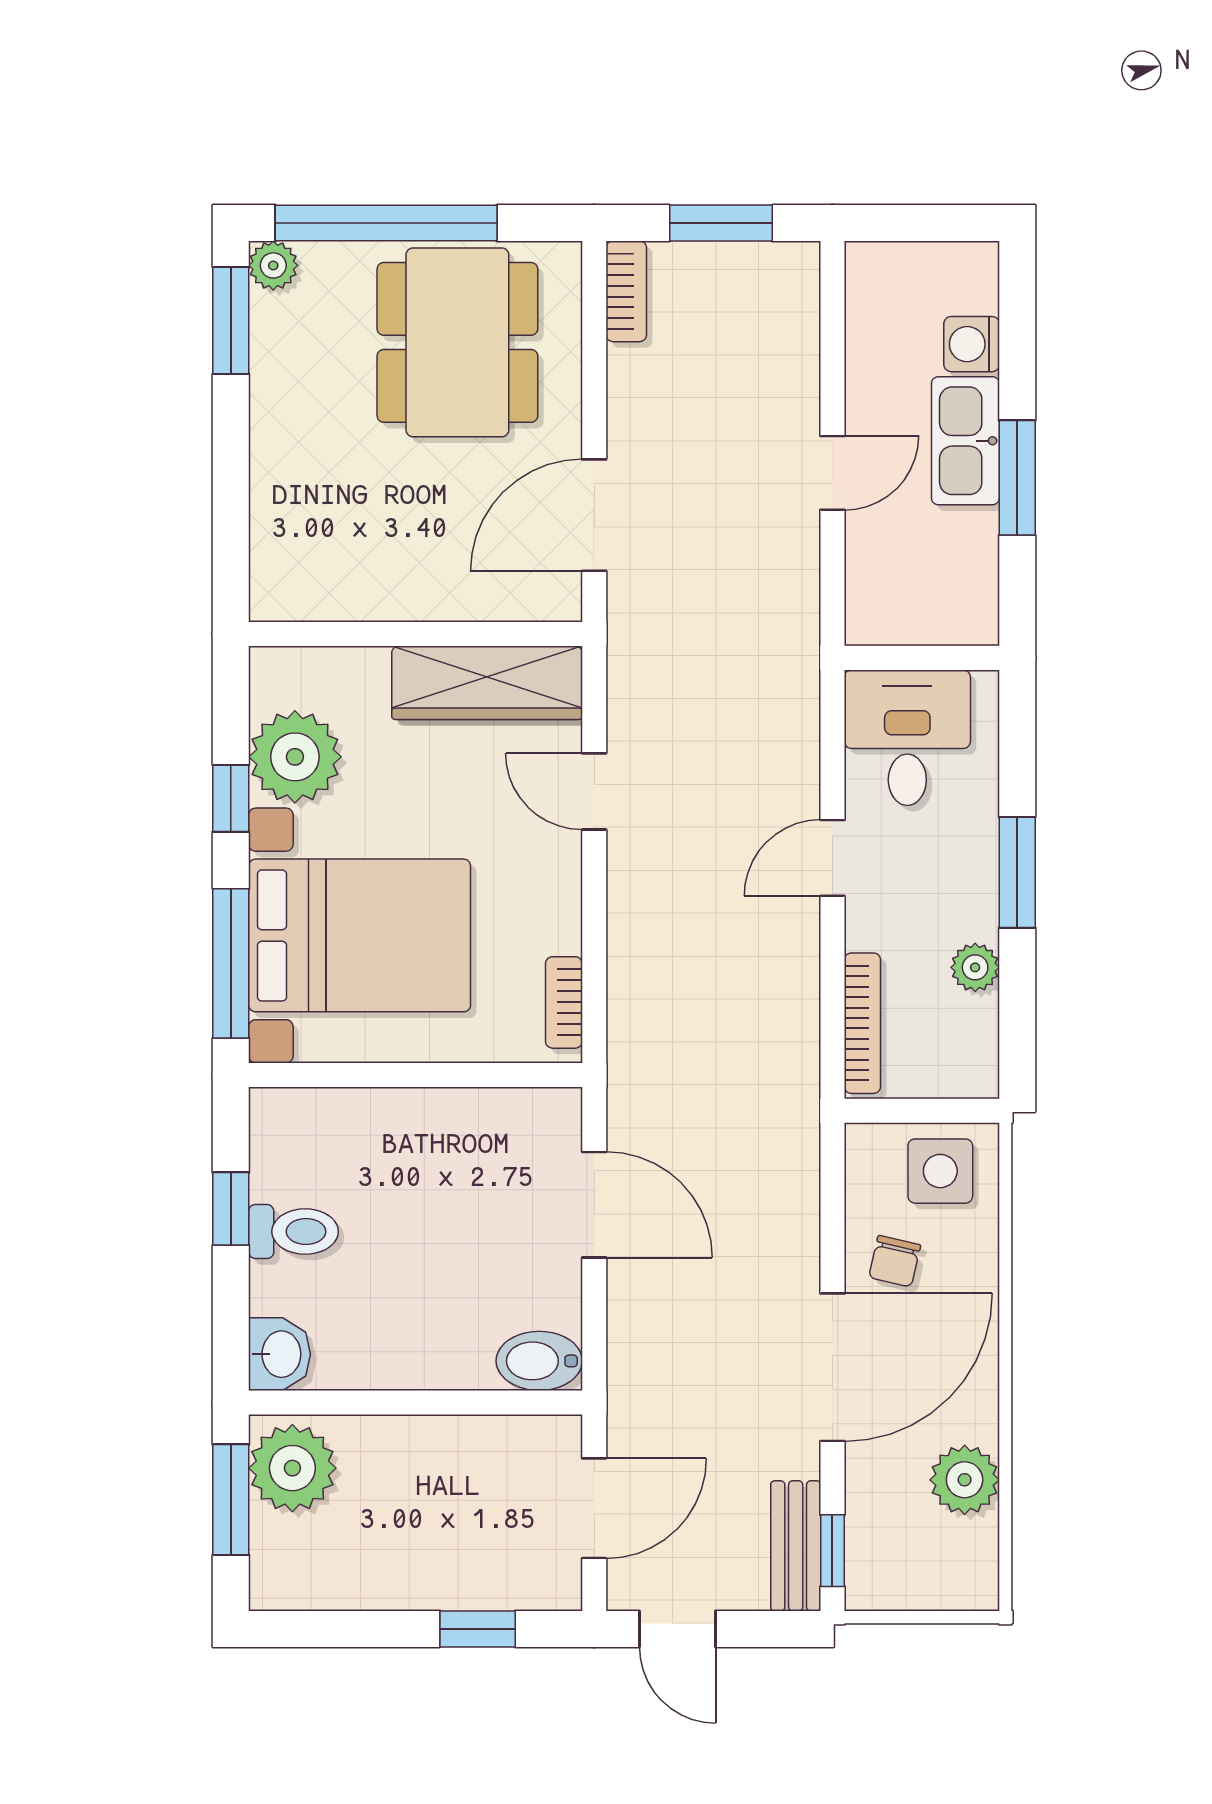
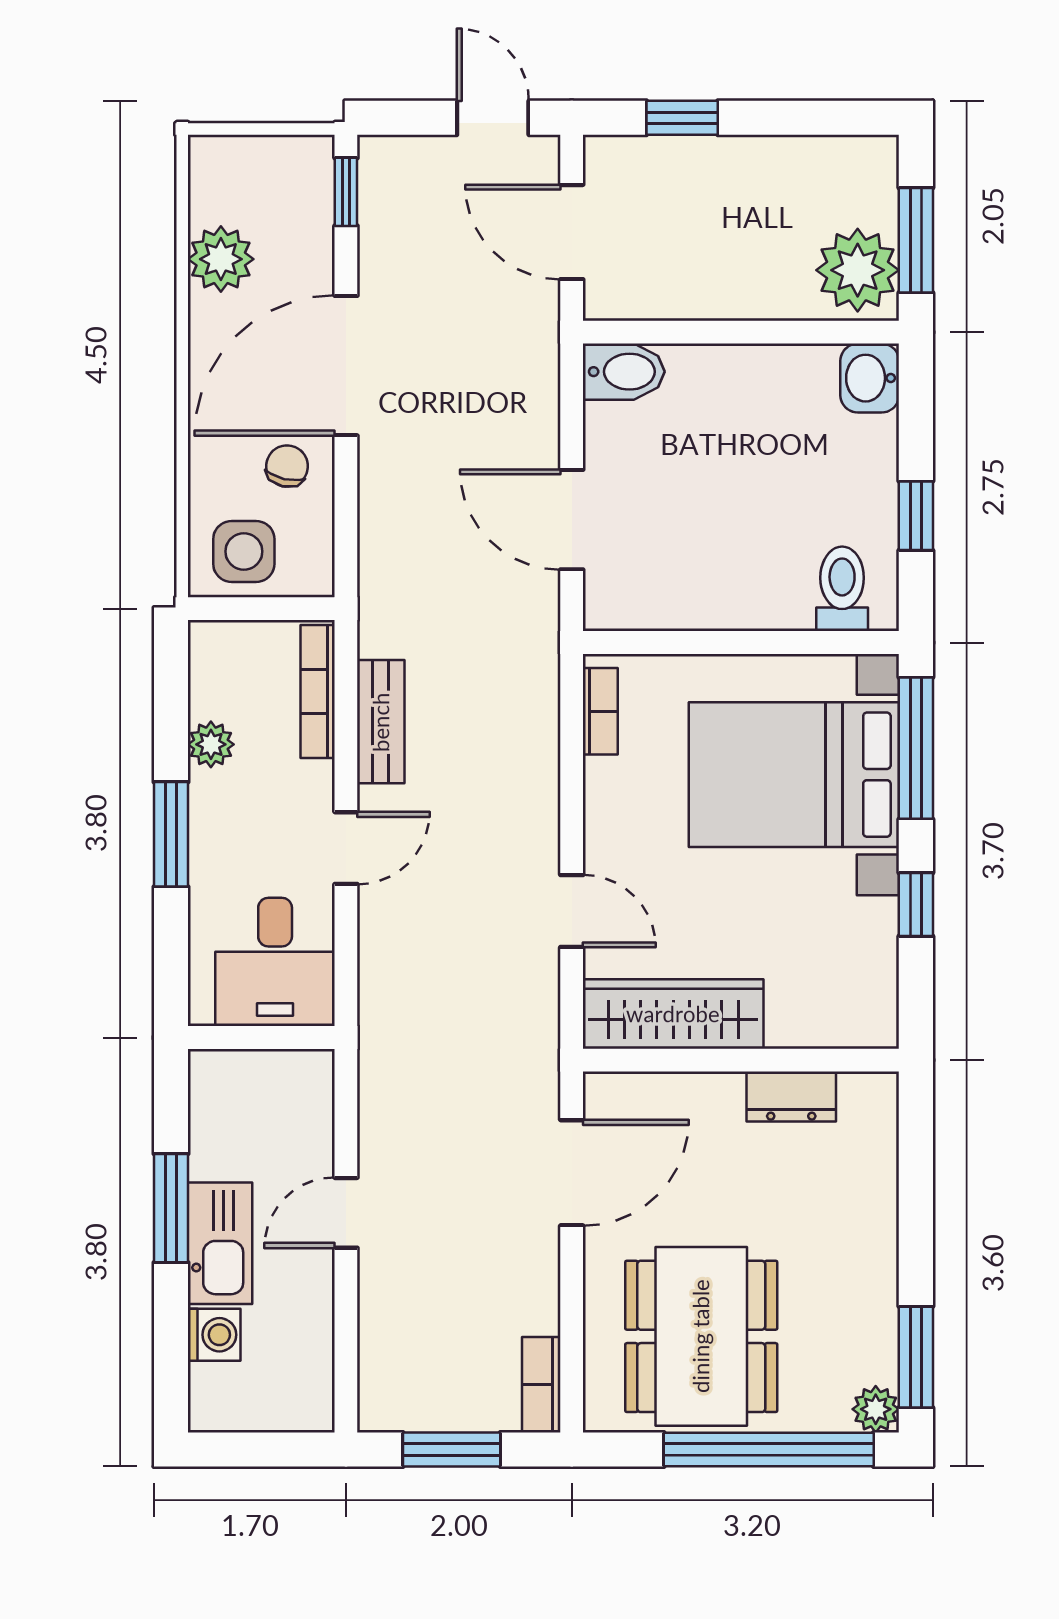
dresser: (362, 596) -> (791, 1097), added
plant: (295, 757) -> (855, 944), removed
toilet: (293, 1232) -> (842, 589), moved, turned 90
door: (594, 1508) -> (572, 232), hinge flipped
bench: (796, 1546) -> (381, 722), moved

